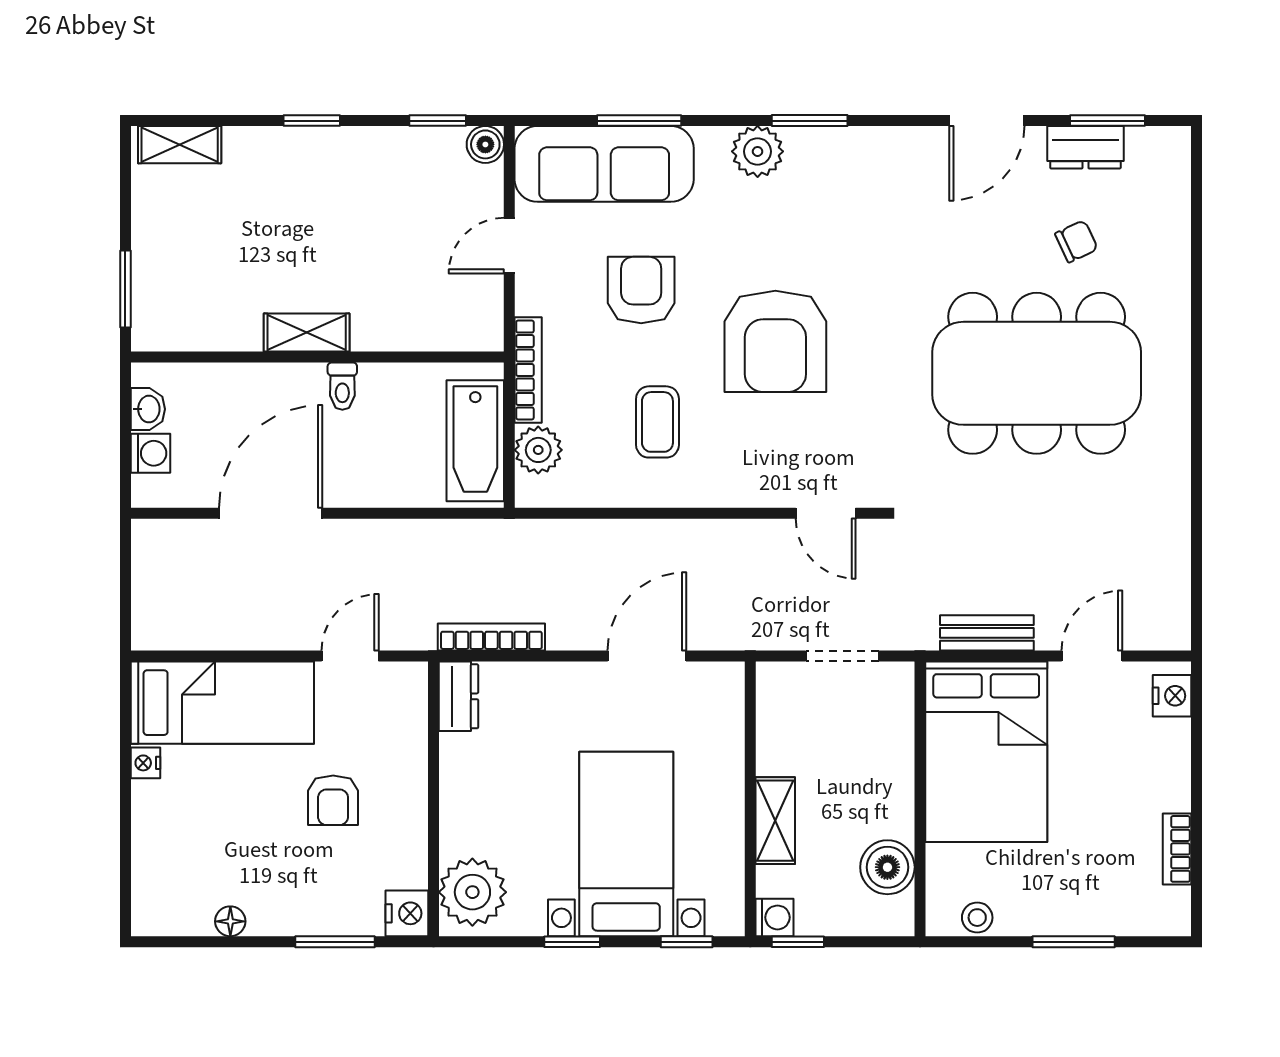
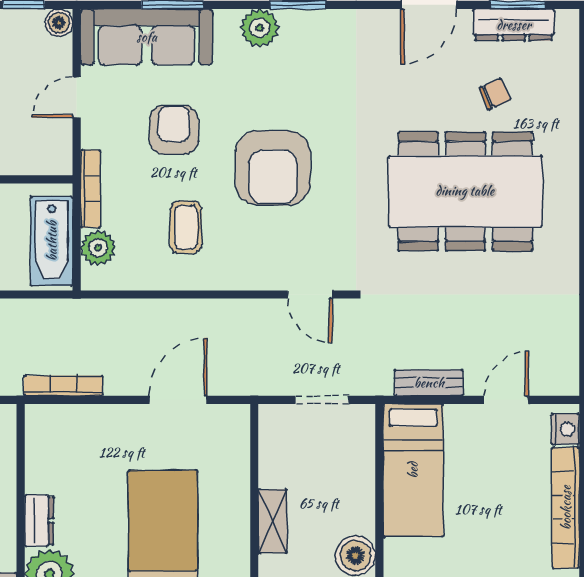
dresser: (1085, 147) -> (514, 25), width x1.44
dresser: (458, 696) -> (39, 521), moved
bed: (986, 752) -> (413, 470), width x0.67
bookcase: (1177, 849) -> (566, 508), width x2.31, depth x1.31

